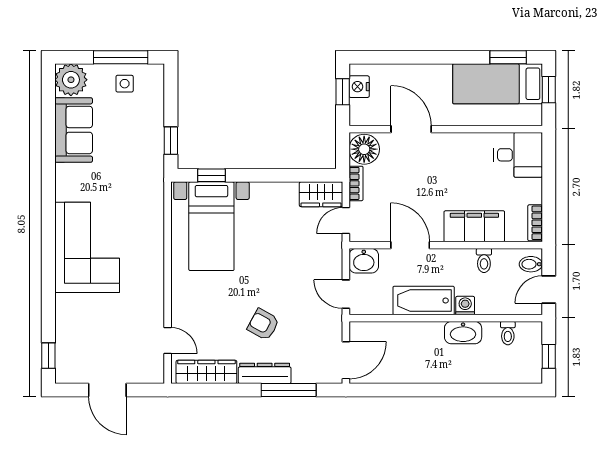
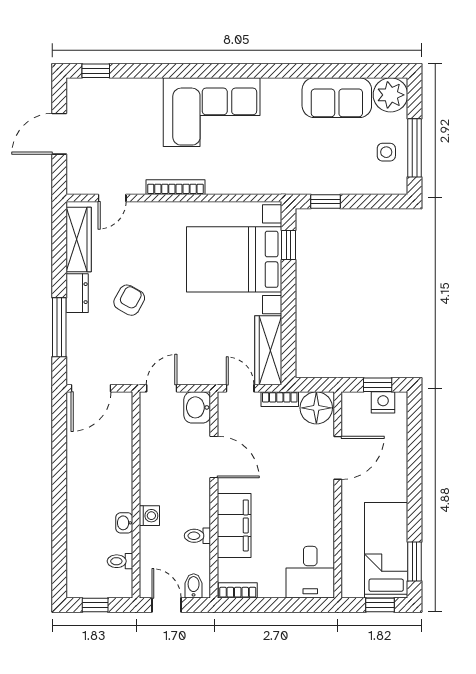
wardrobe: (321, 194) -> (268, 350), width x1.50
bed with nightstands: (211, 226) -> (234, 259), width x1.36
door: (410, 245) -> (214, 457), hinge flipped
bookcase: (157, 281) -> (175, 187), added
bathtub: (424, 300) -> (155, 471), removed
washbasin: (463, 333) -> (124, 523), width x0.52, depth x0.69
door: (346, 360) -> (91, 388), hinge flipped
dresser: (265, 373) -> (77, 293), width x0.70

